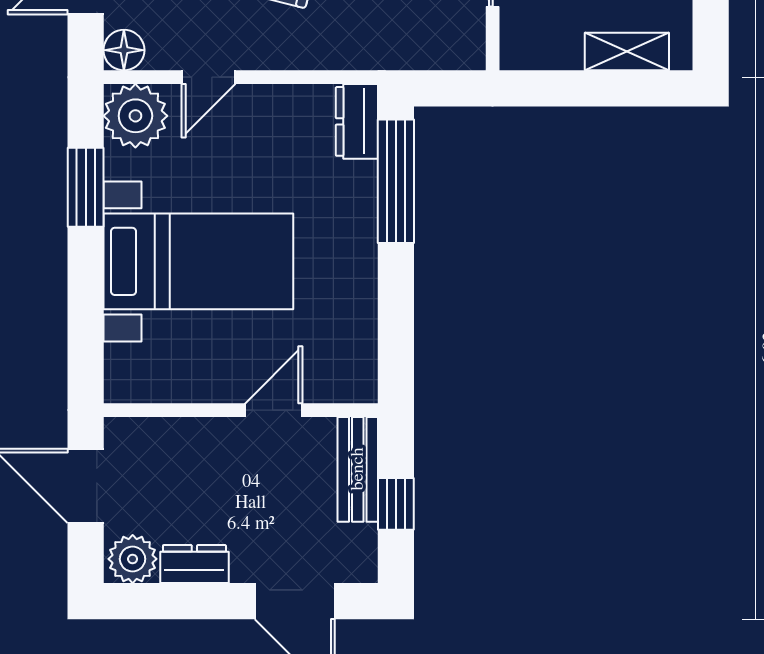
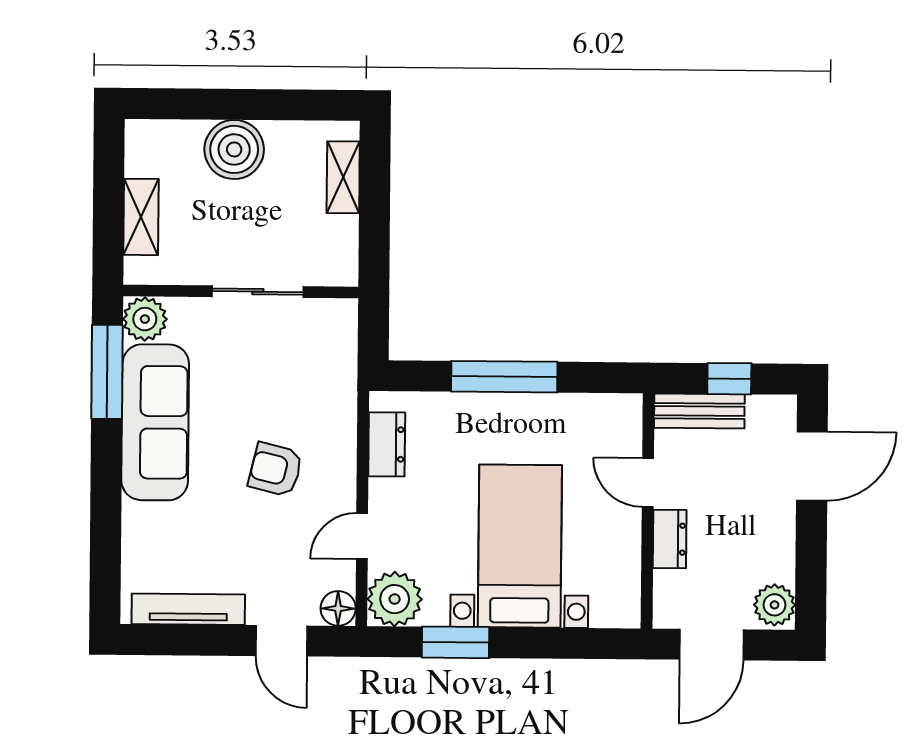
door: (208, 77) -> (362, 536), swing flipped
dresser: (357, 121) -> (387, 444), moved, turned -90
window: (396, 181) -> (504, 377), moved
dresser: (194, 564) -> (670, 539), moved, turned 180

